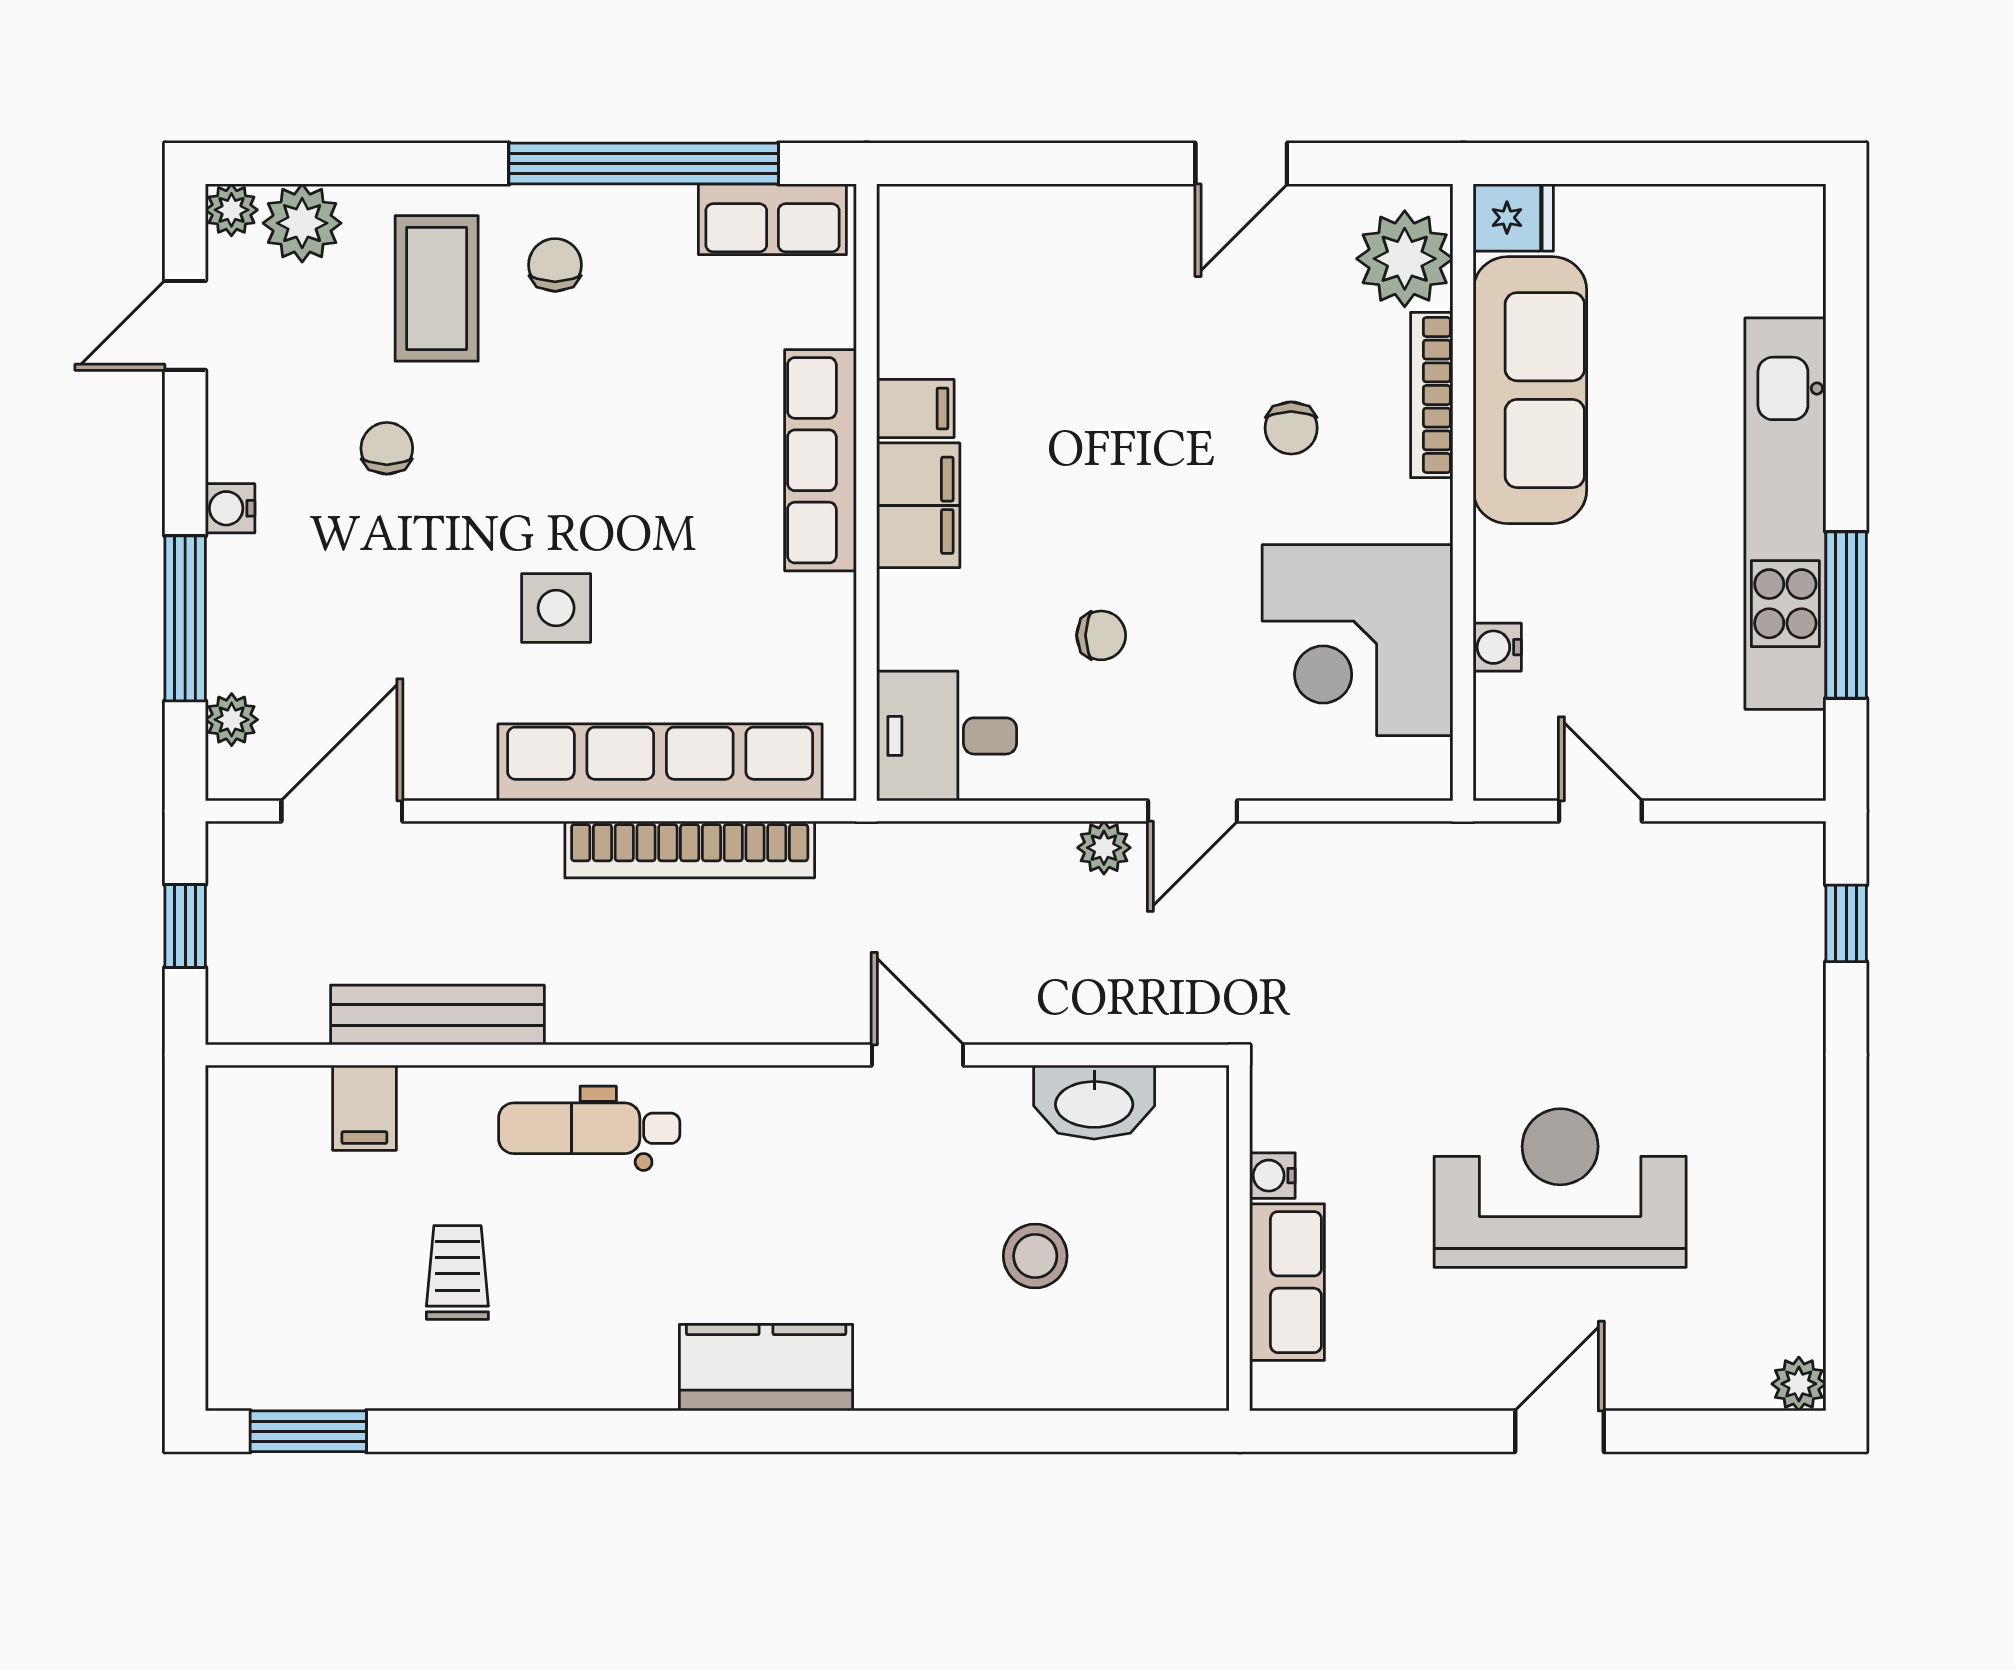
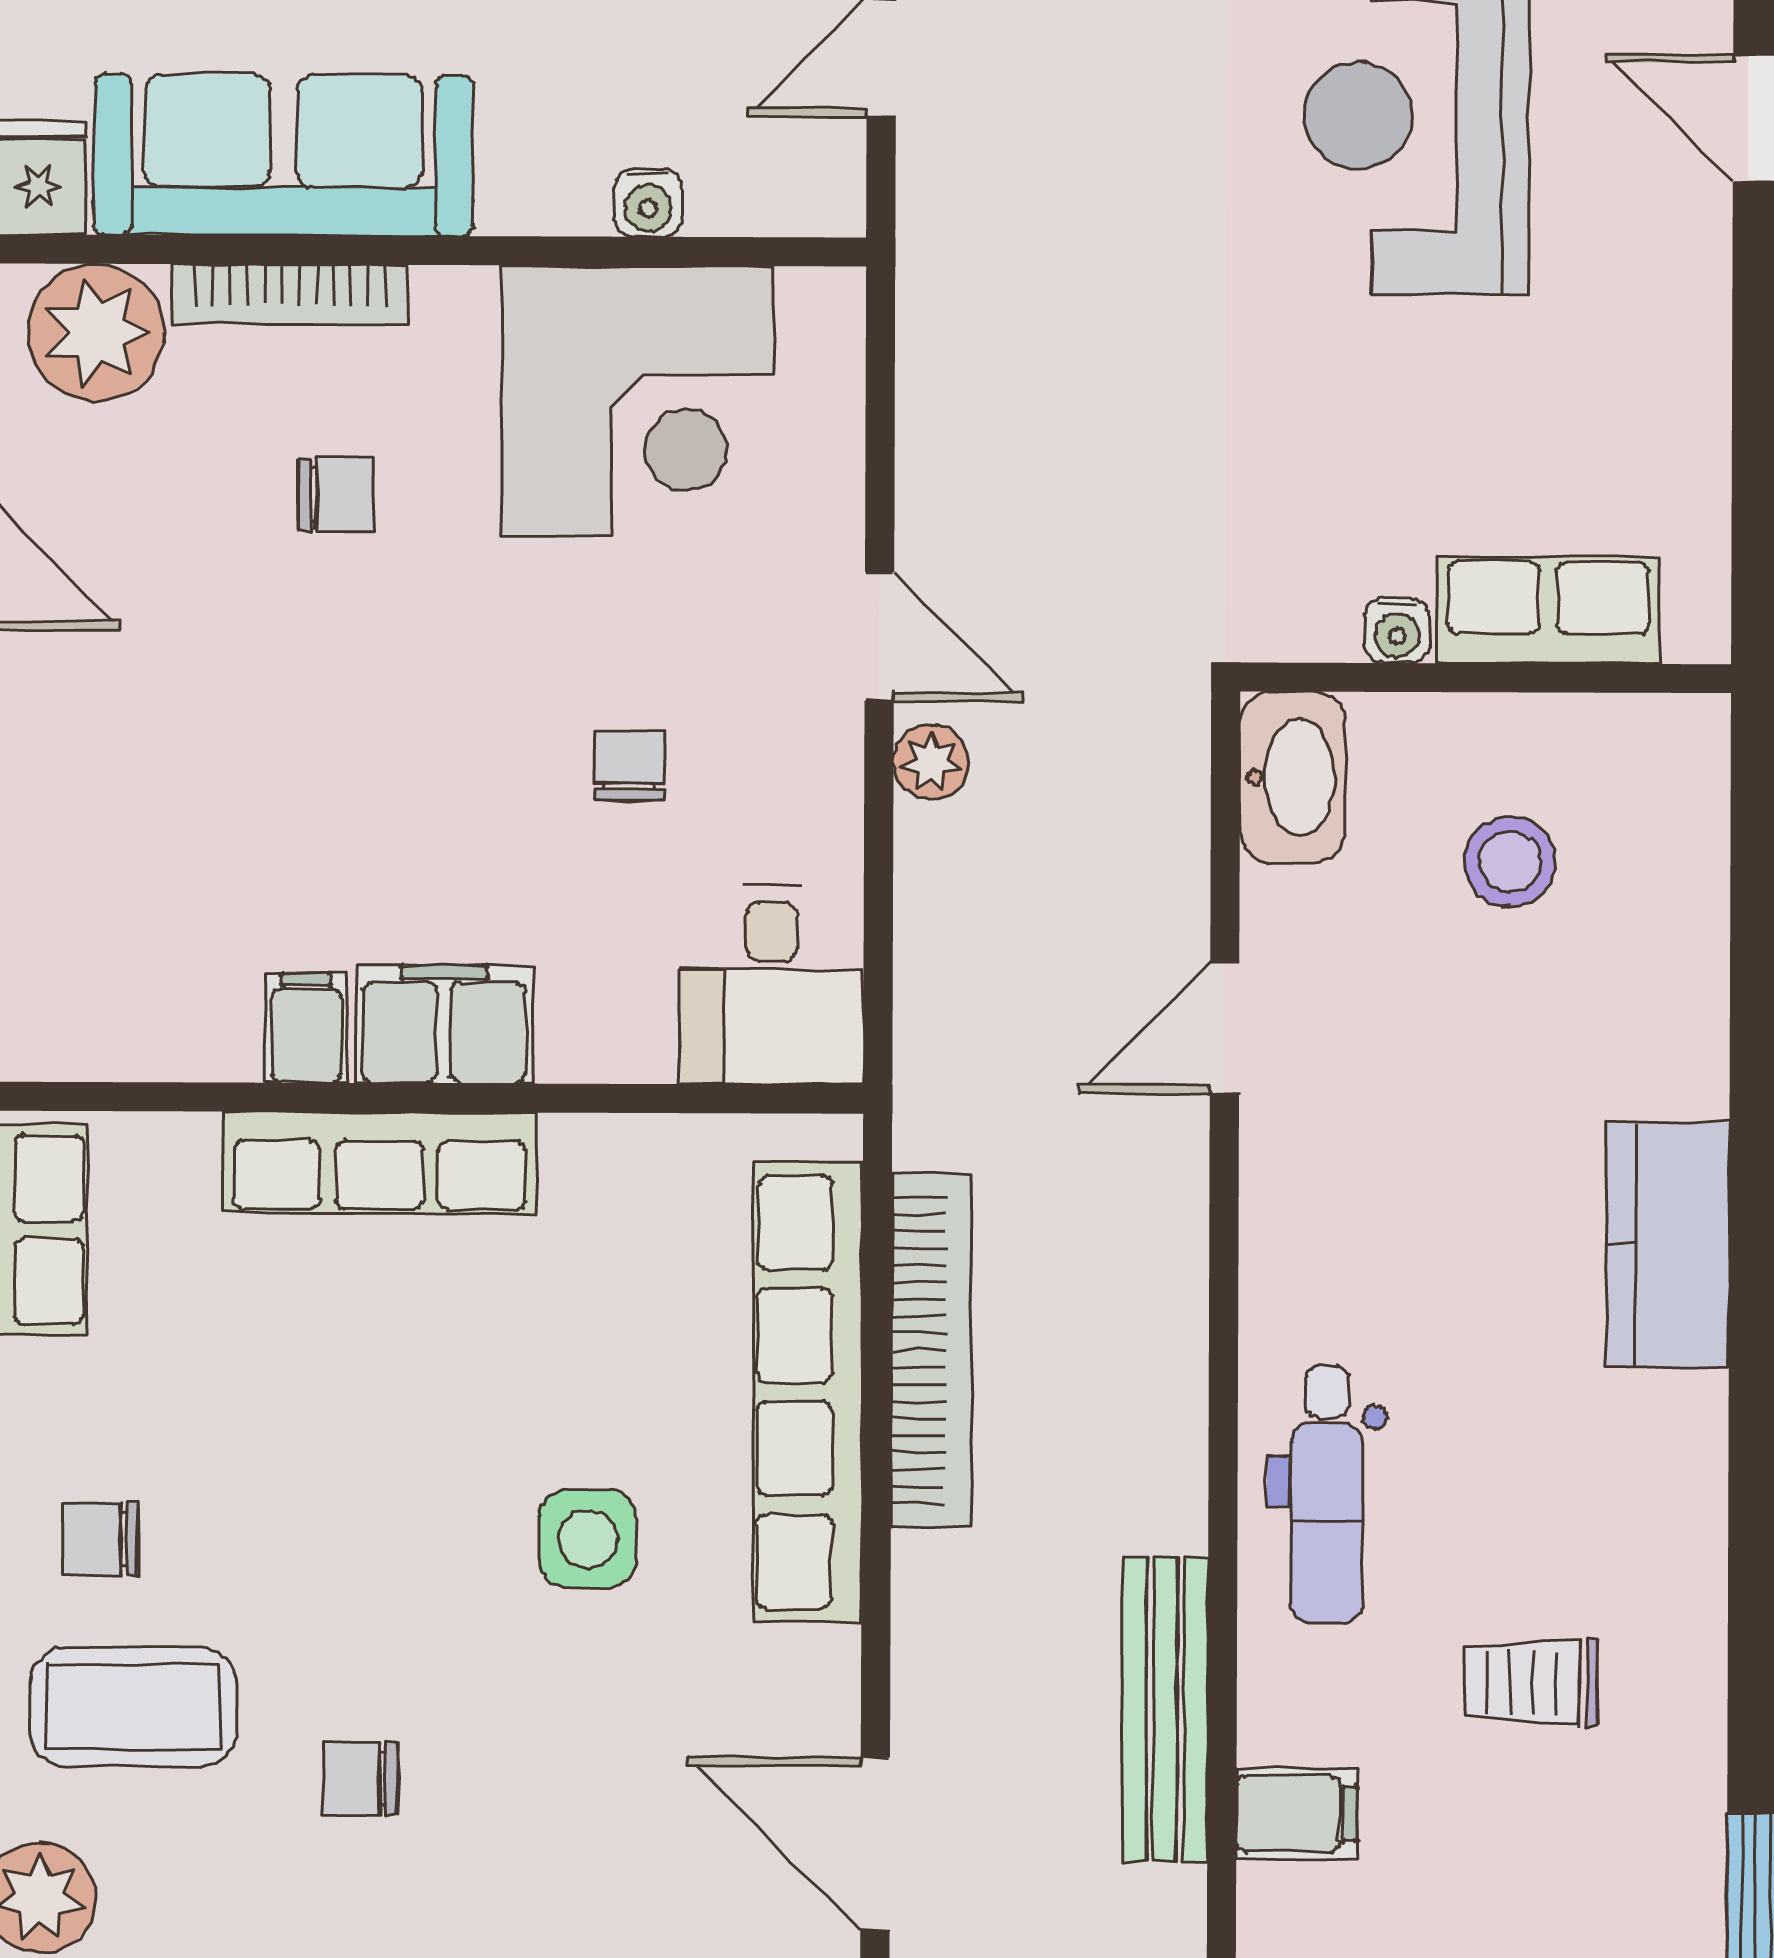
water cooler: (1272, 1176) -> (1397, 631), moved
wall: (1239, 1238) -> (1486, 678), moved
row of seats: (1287, 1282) -> (1548, 610), moved

